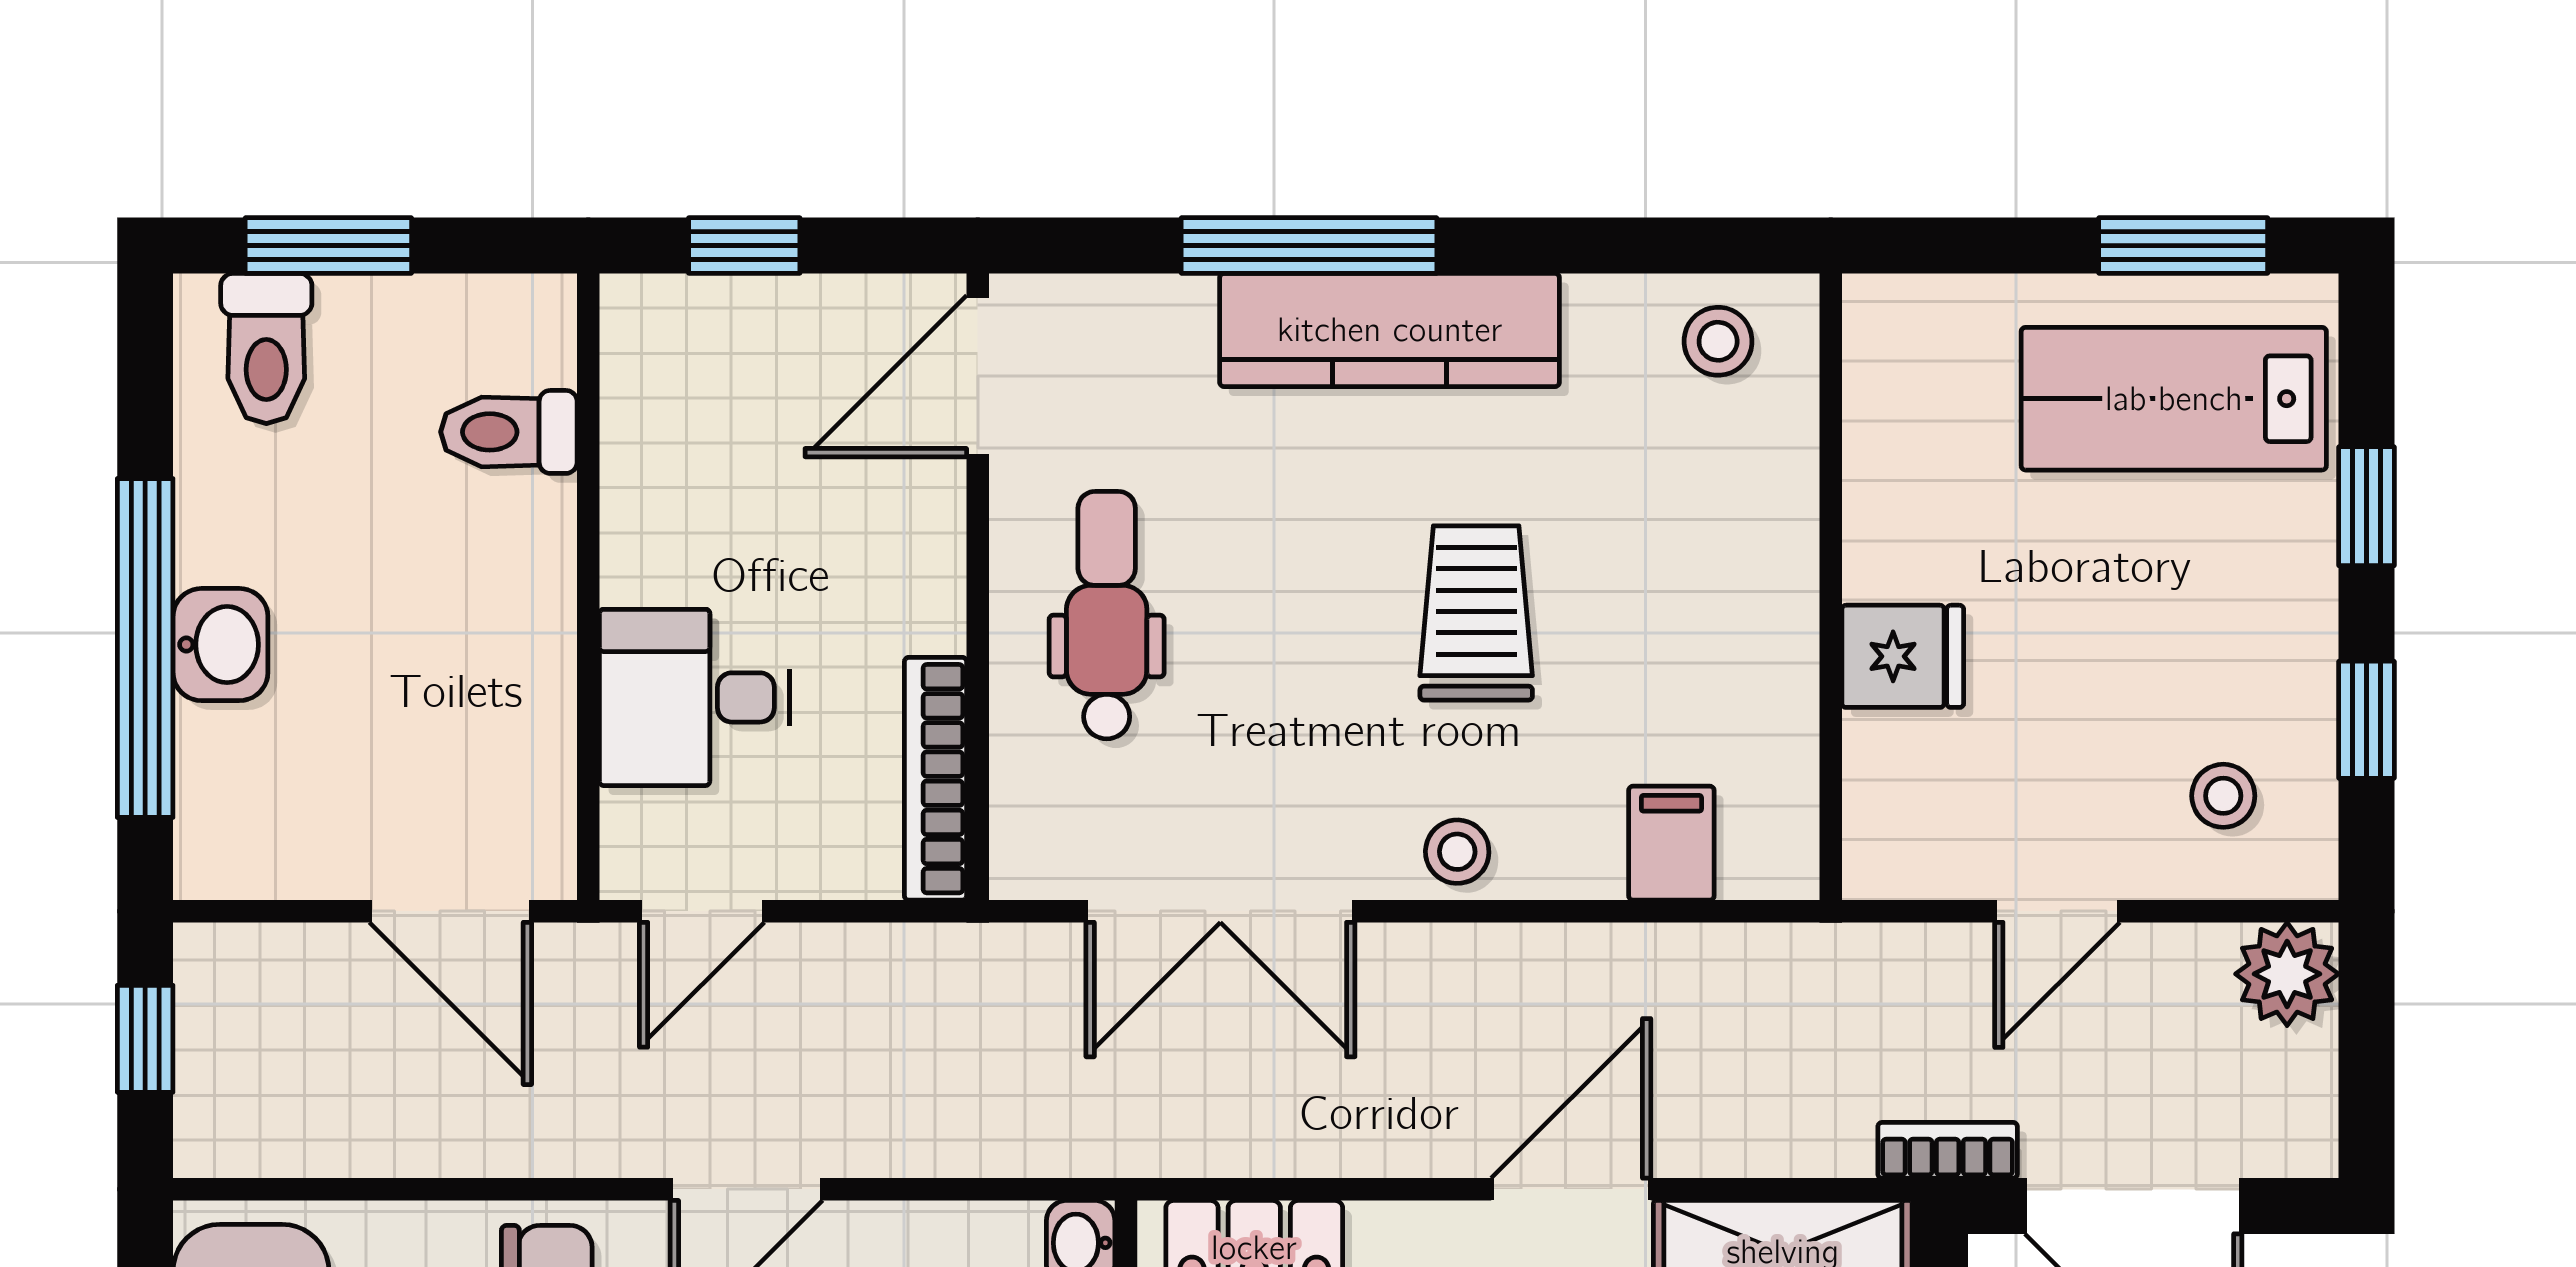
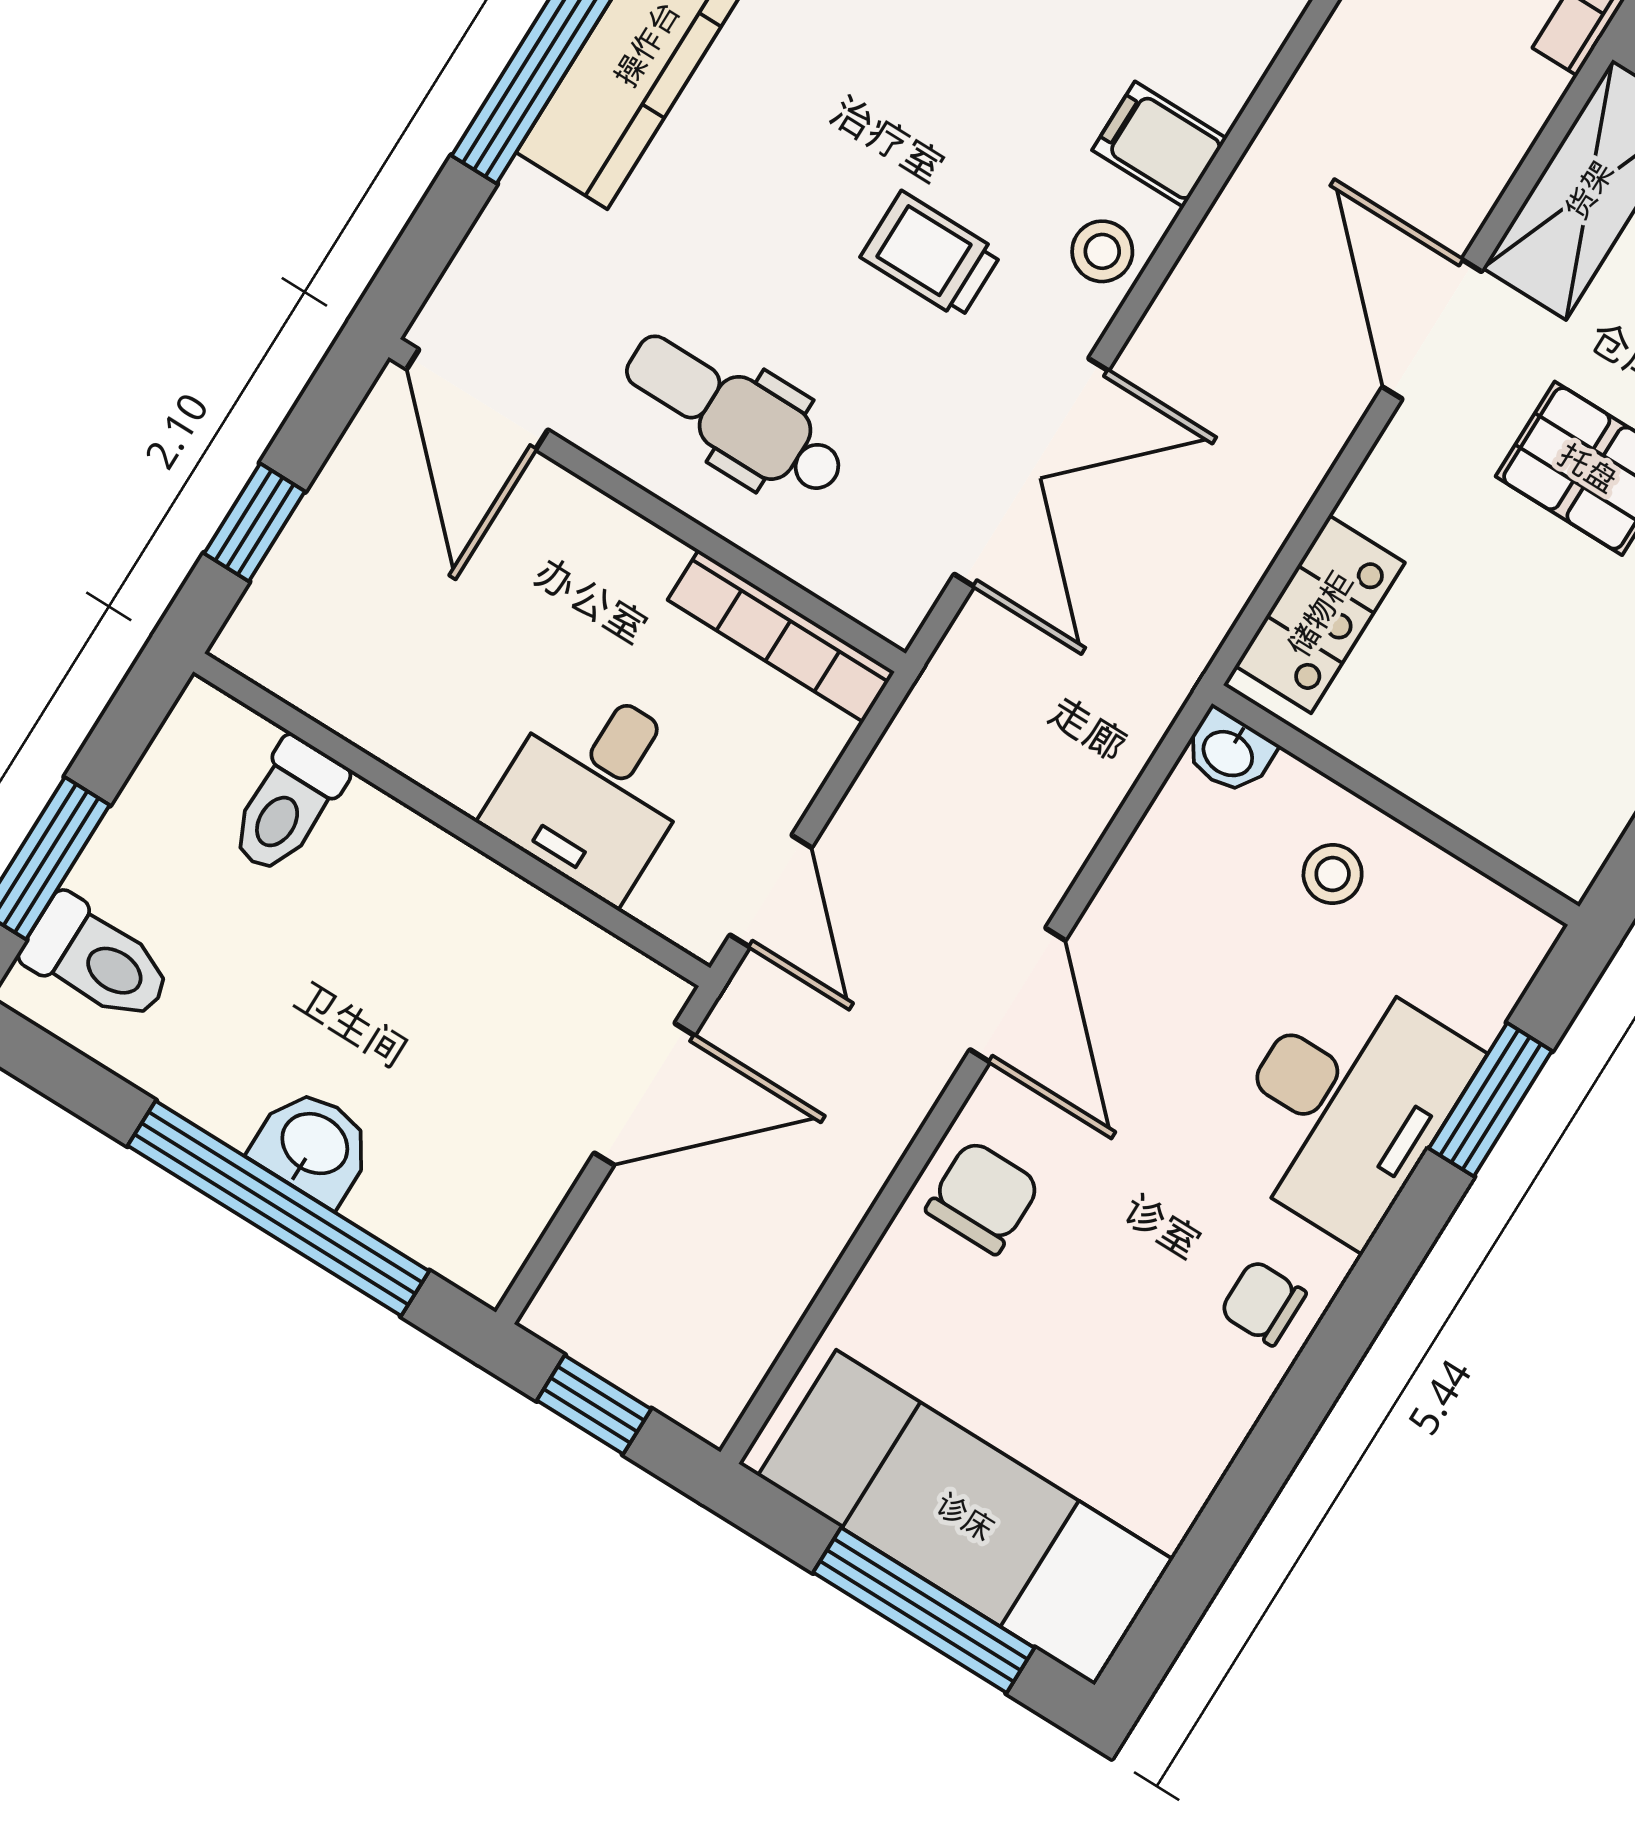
trolley: (1476, 613) -> (931, 255), moved, width x0.73, depth x0.72
filing cabinet: (1671, 843) -> (1159, 144), moved

